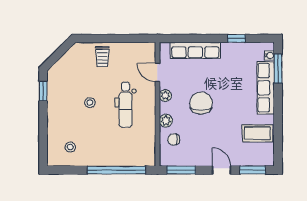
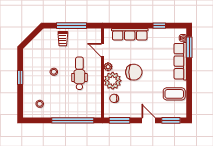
window: (115, 38) -> (72, 26), added
window: (43, 91) -> (20, 78), moved
chair: (201, 103) -> (134, 72), turned 90
dental chair: (125, 105) -> (79, 73), turned 180
plant: (166, 121) -> (113, 81), width x1.88, depth x1.88

